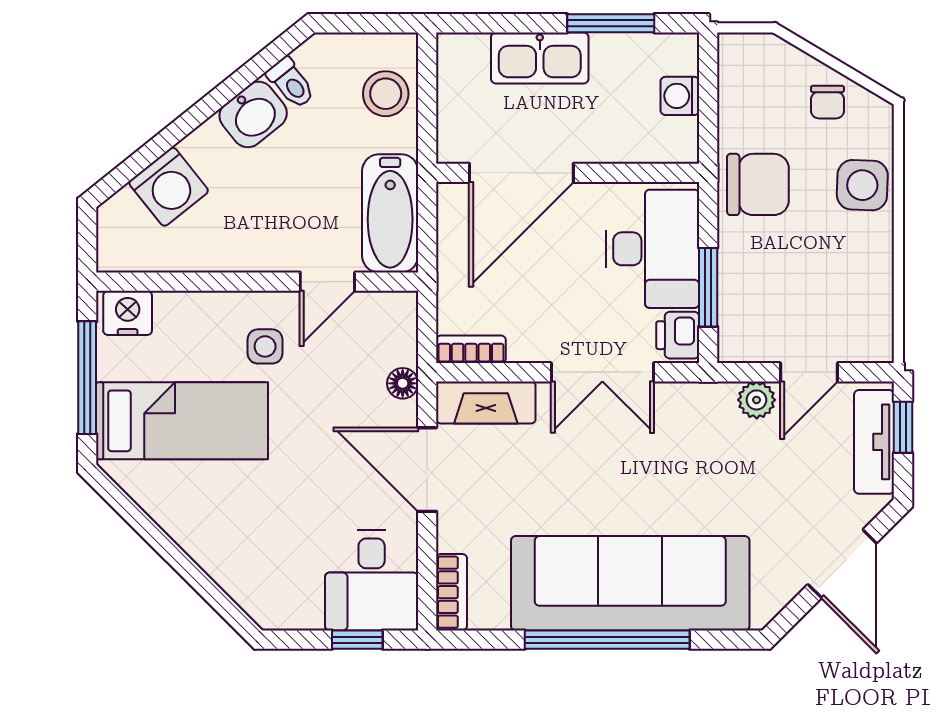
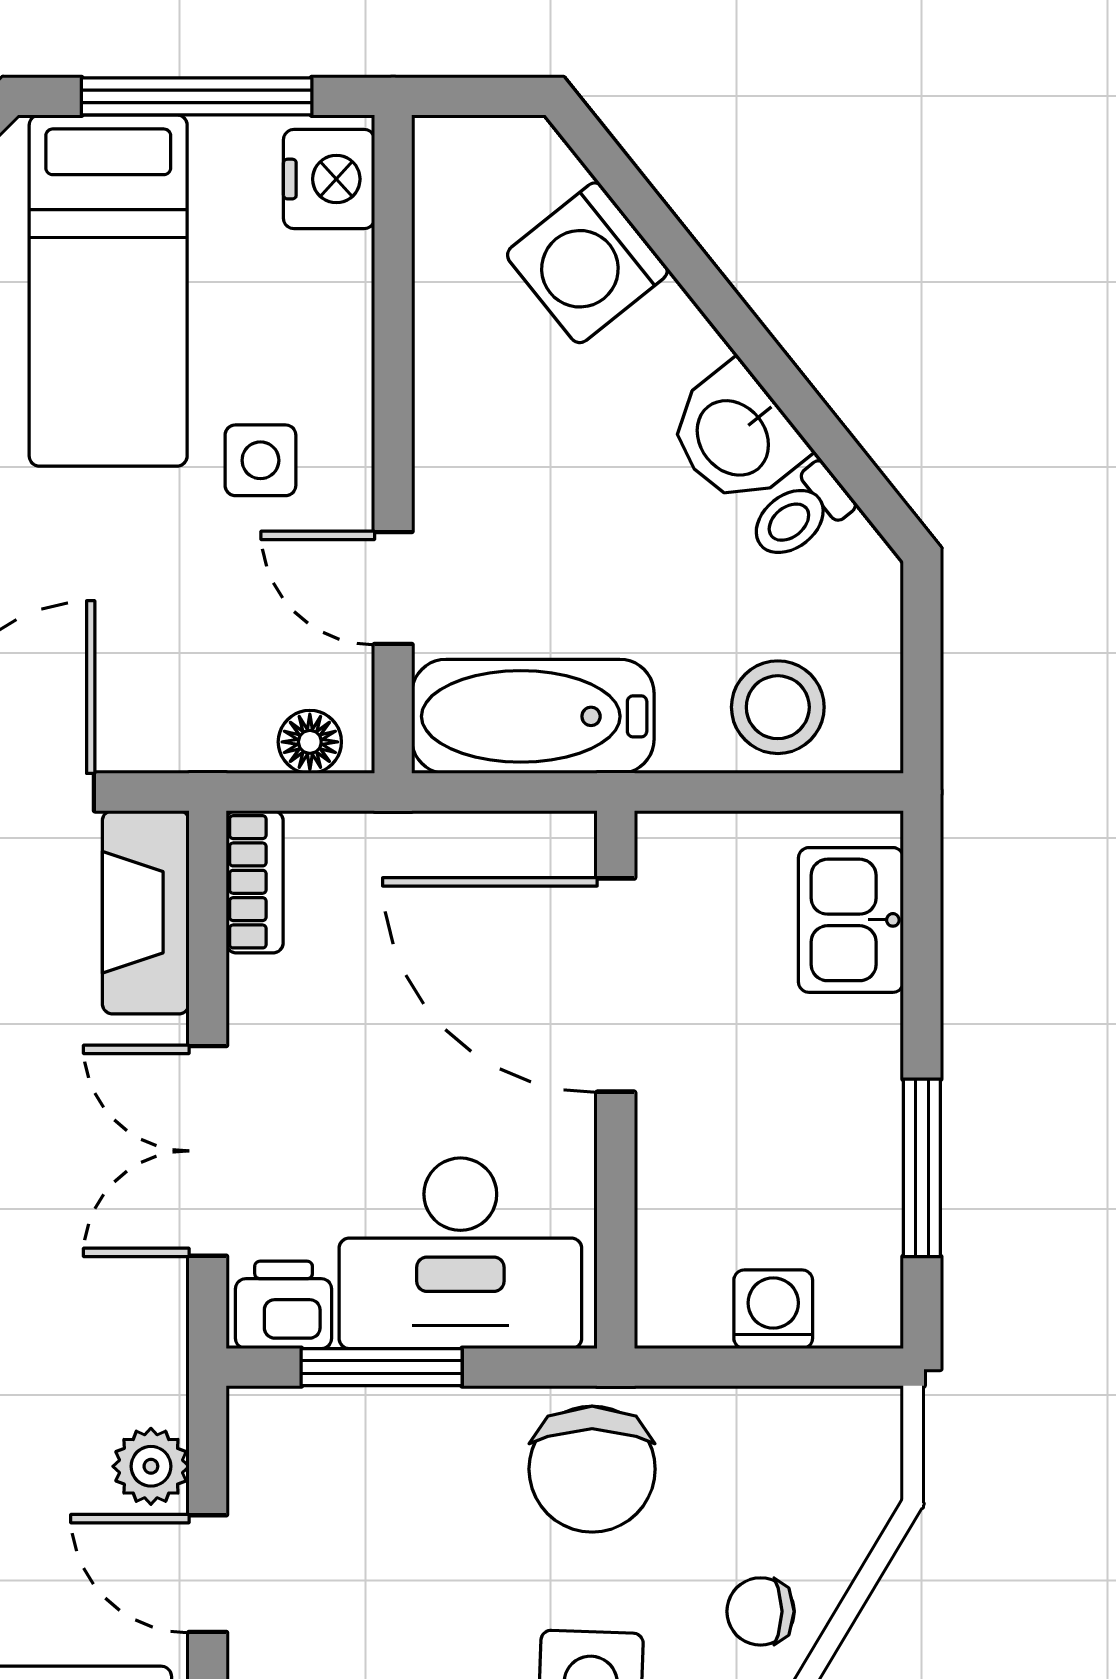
kitchen sink: (540, 58) -> (851, 920), moved, width x0.73
floor lamp: (403, 383) -> (310, 742), moved

